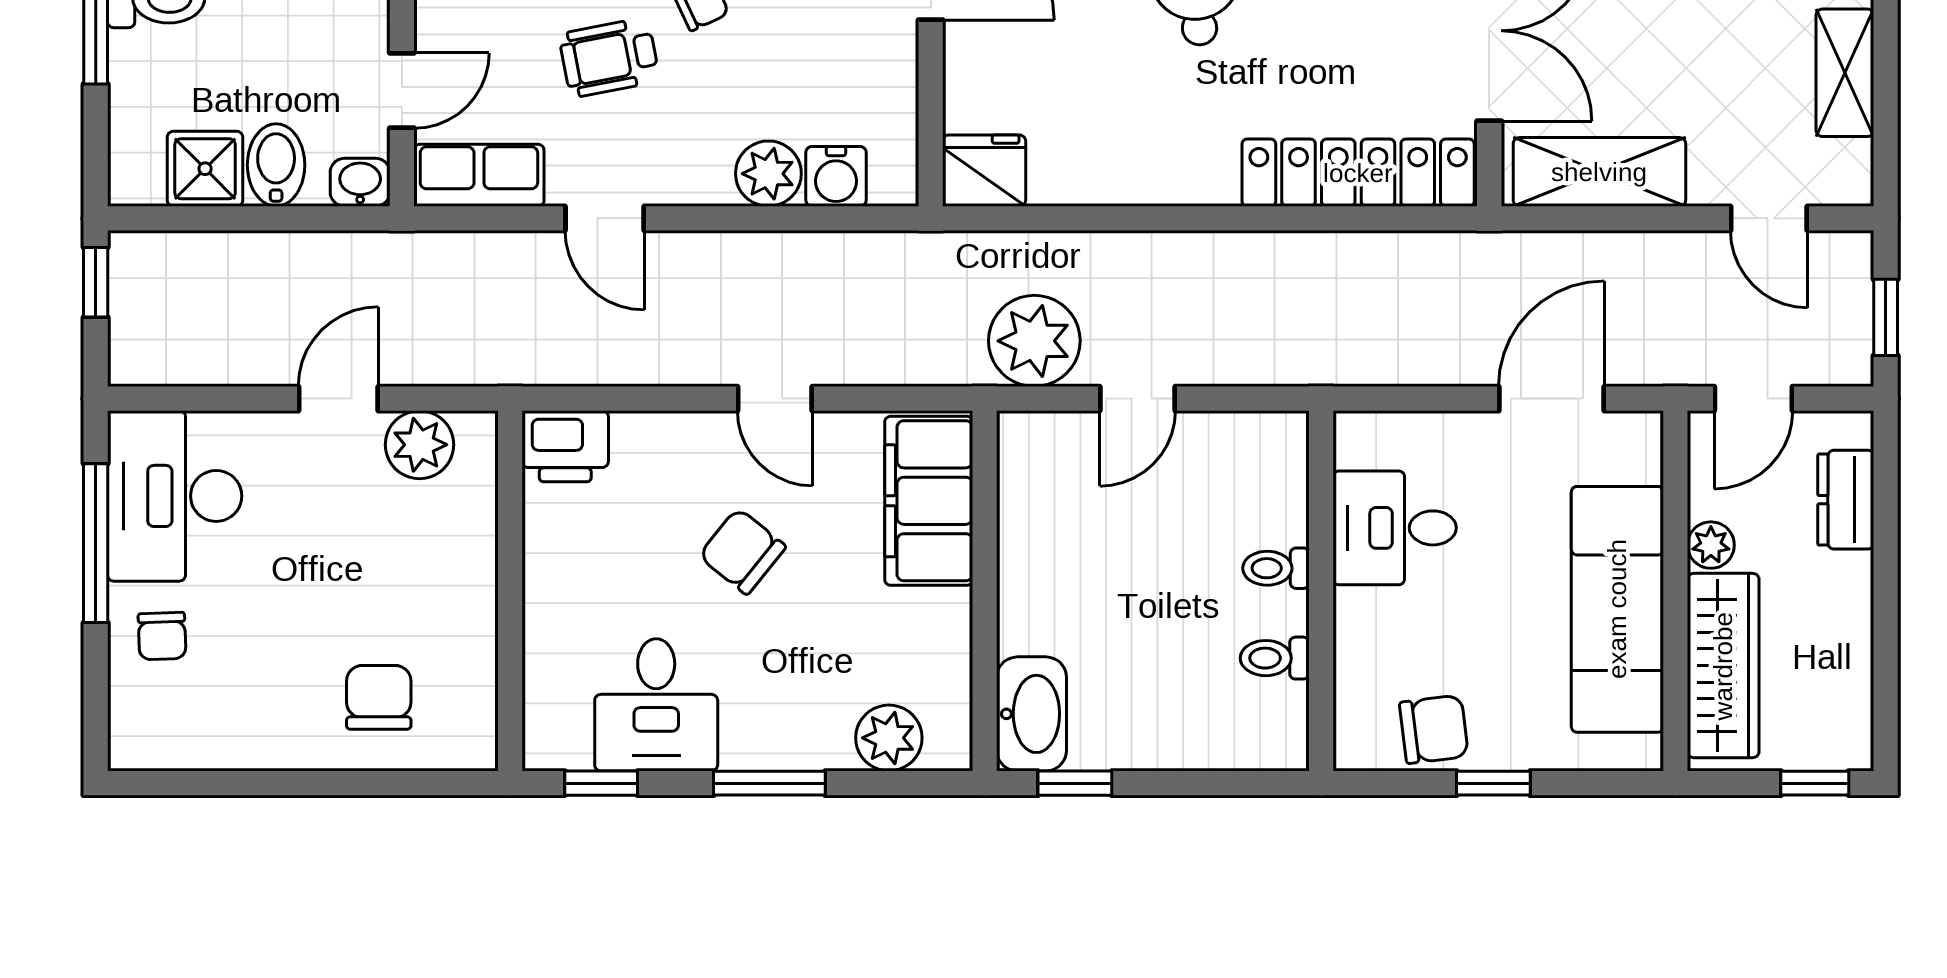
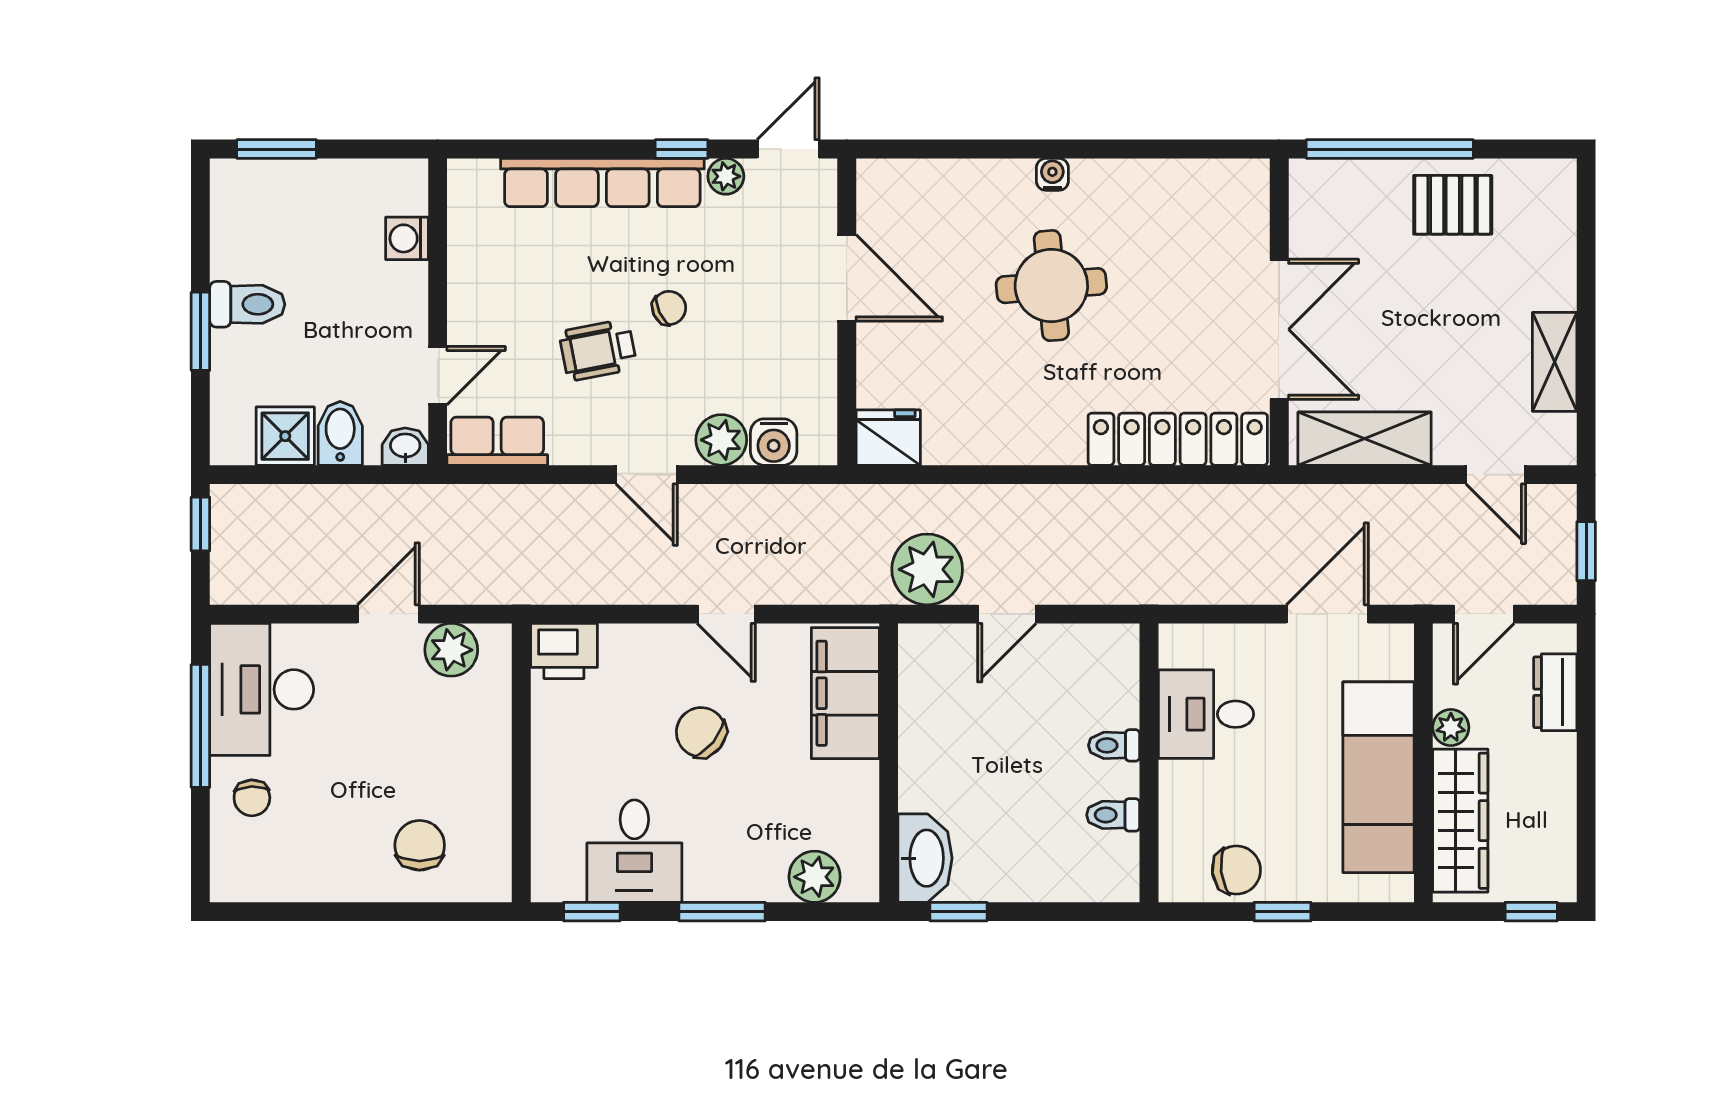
door: (605, 218) -> (647, 475), moved

